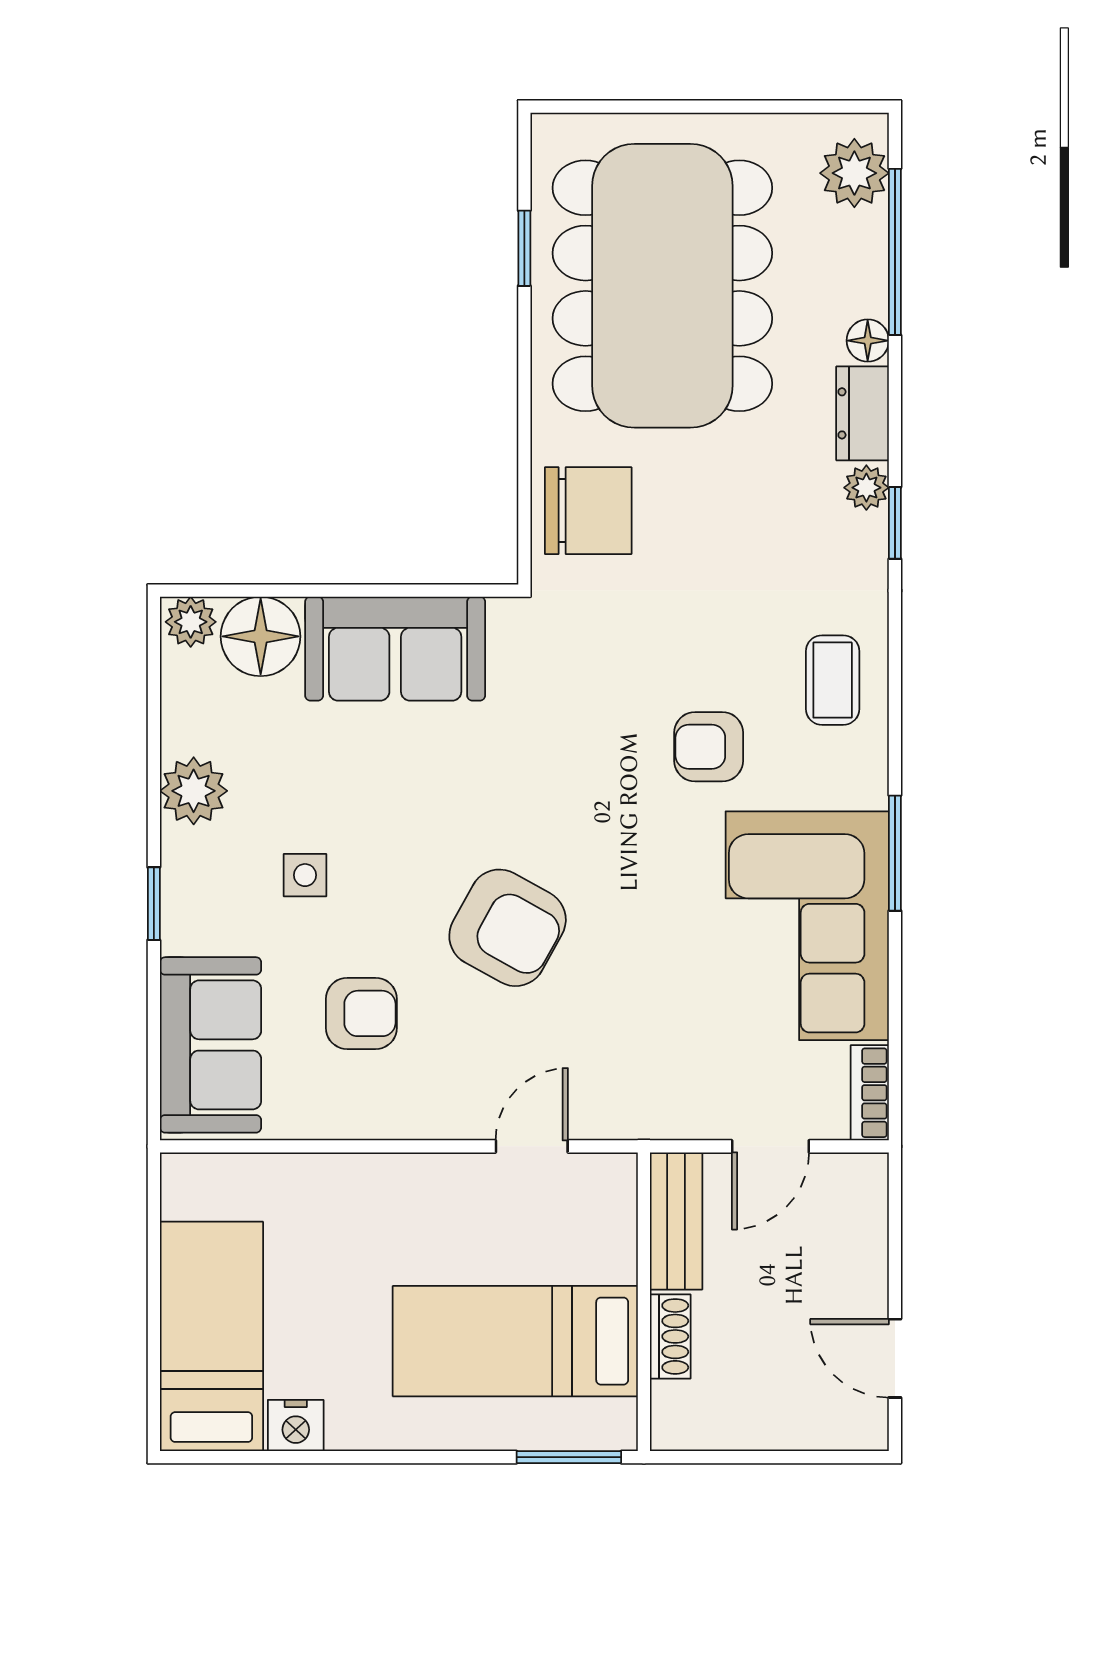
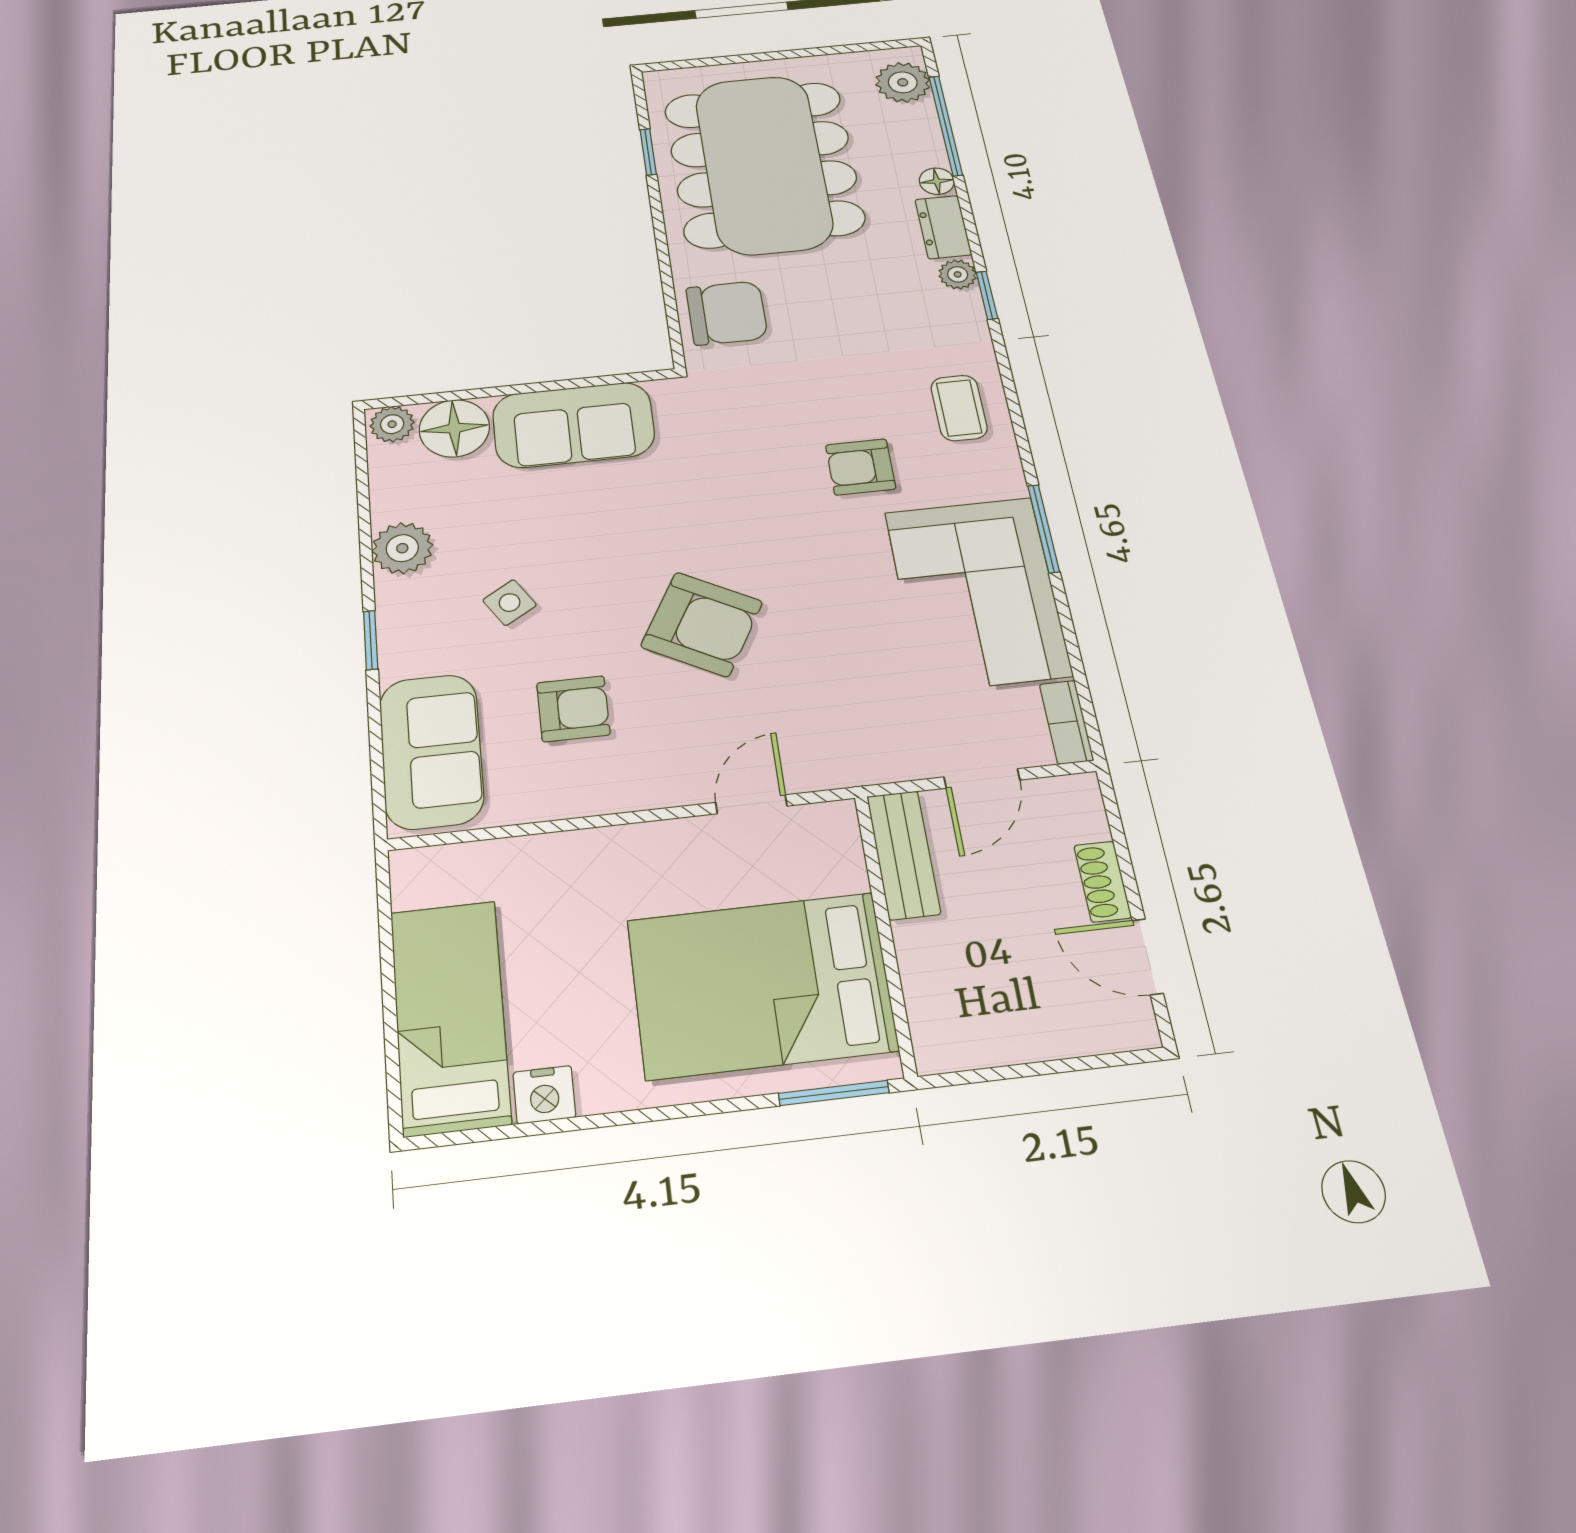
side table: (305, 875) -> (510, 603), turned -32
shoe rack: (670, 1336) -> (1103, 881), moved, turned 180
bed: (515, 1341) -> (761, 985), width x1.50

